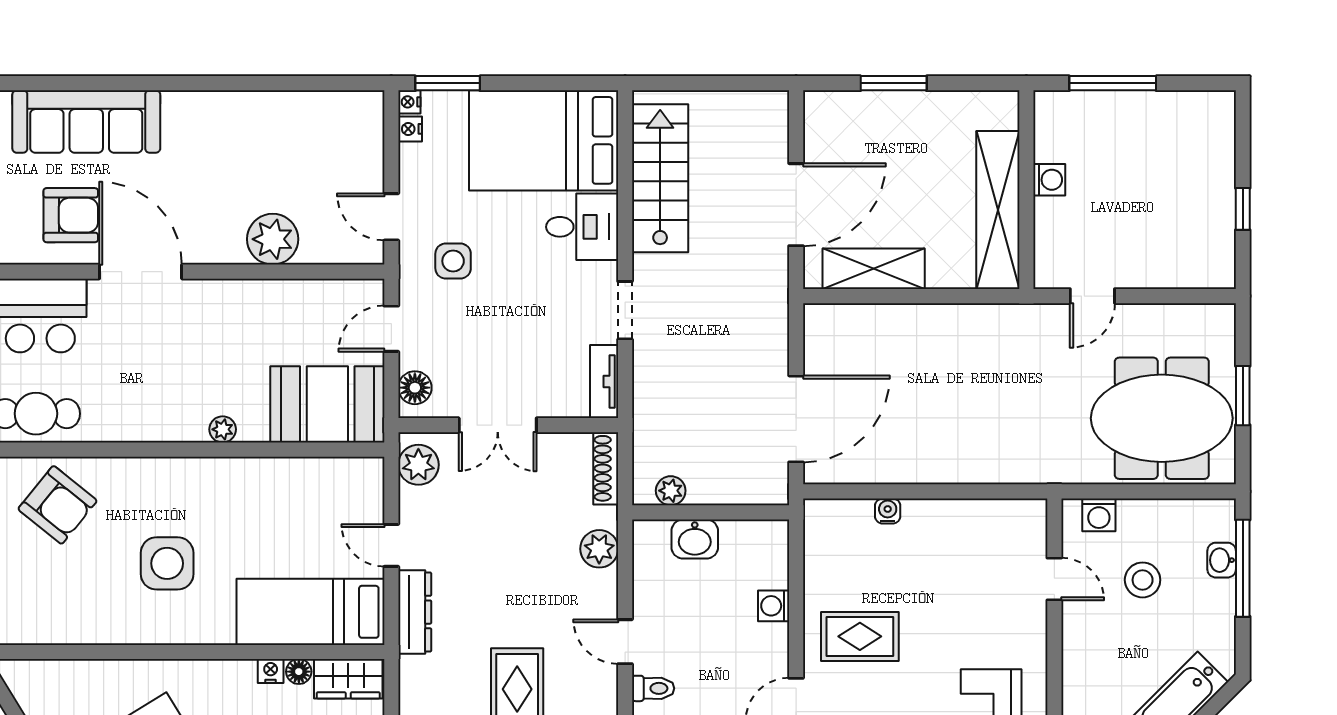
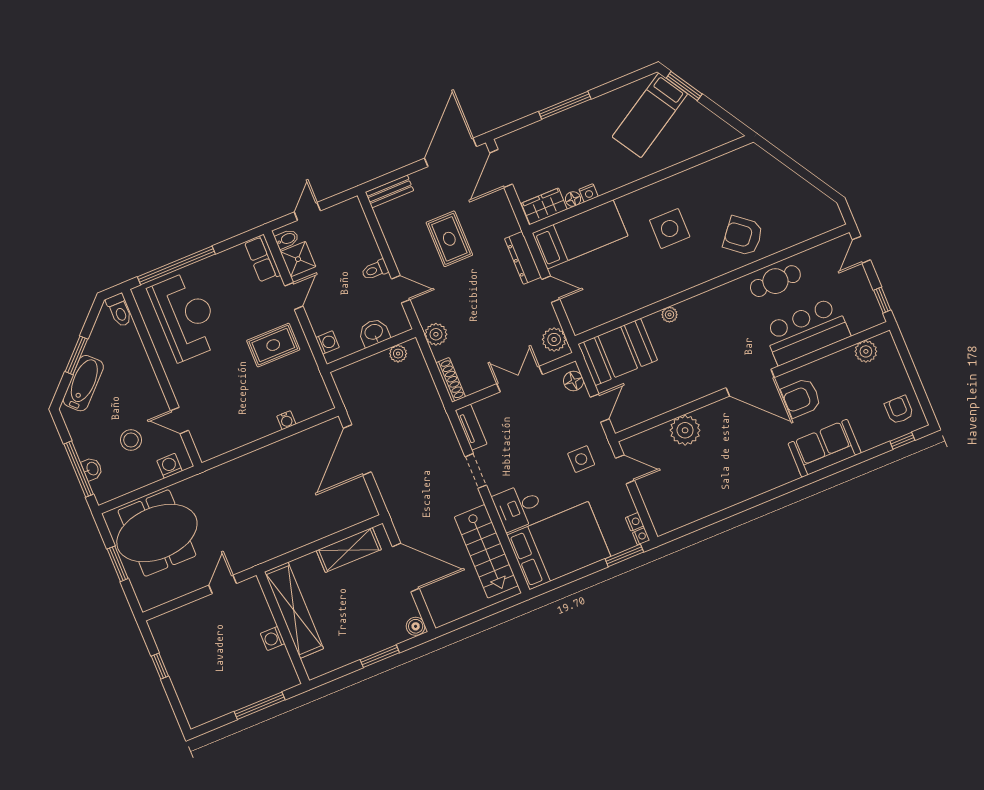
boiler: (819, 107) -> (416, 626), added
sofa: (86, 122) -> (825, 448), width x0.73
door: (796, 205) -> (406, 567), swing flipped
plant: (671, 491) -> (398, 354), moved
wall: (711, 512) -> (371, 351), moved
washbasin: (695, 539) -> (374, 333), moved

